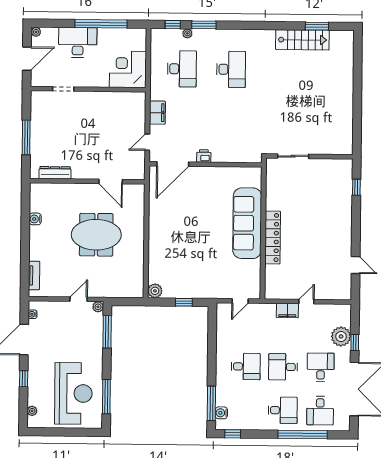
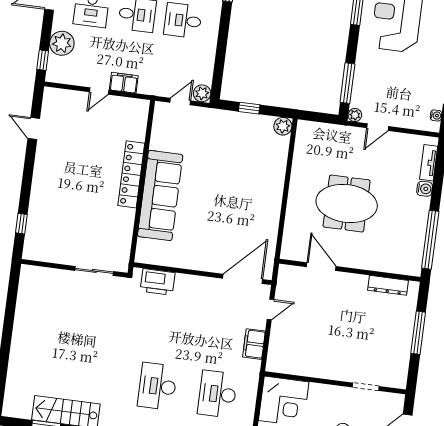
printer: (204, 156) -> (158, 282), moved, width x1.87, depth x1.48
window: (25, 214) -> (430, 240), added
water cooler: (35, 219) -> (425, 189), moved
plant: (223, 310) -> (202, 93), added
window: (355, 342) -> (43, 60), moved

